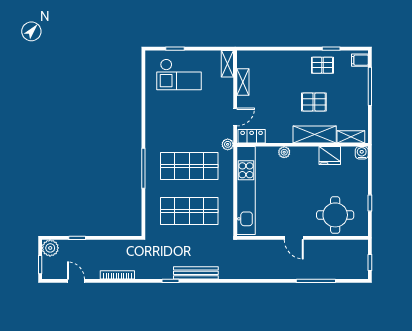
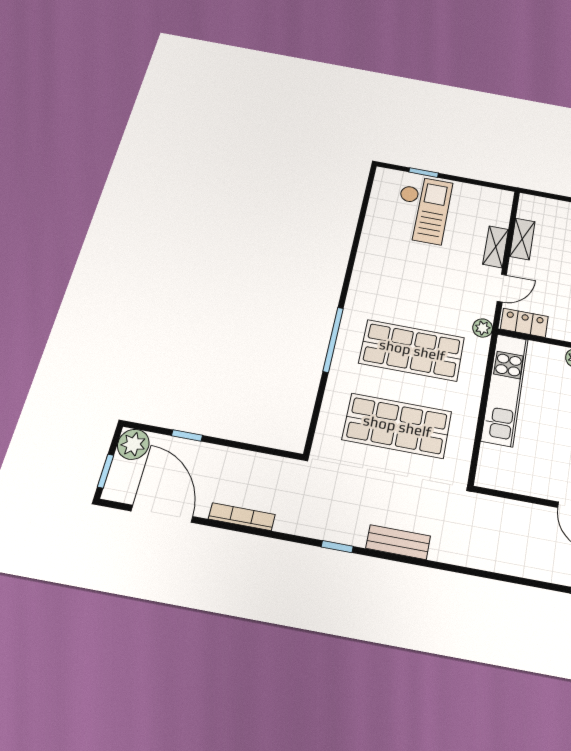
shelving: (227, 64) -> (496, 247), moved
checkout: (179, 74) -> (423, 209), turned -90
kitchen unit: (246, 191) -> (505, 389), width x0.73
bench: (196, 273) -> (398, 542), width x0.73
door: (76, 281) -> (162, 514), width x1.88

